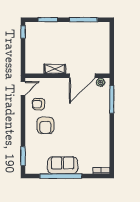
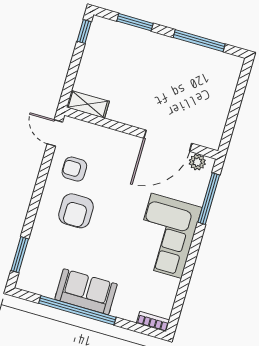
shelving: (55, 69) -> (88, 104), moved
door: (23, 88) -> (55, 133), swing flipped
corner sofa: (96, 125) -> (166, 236), added

